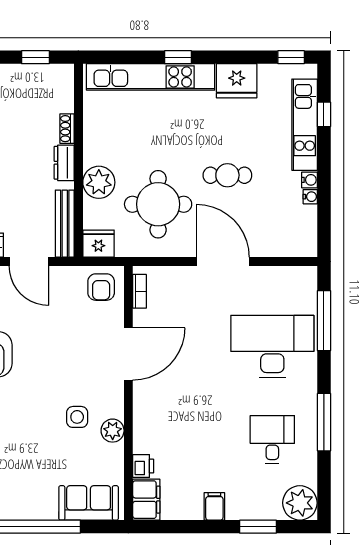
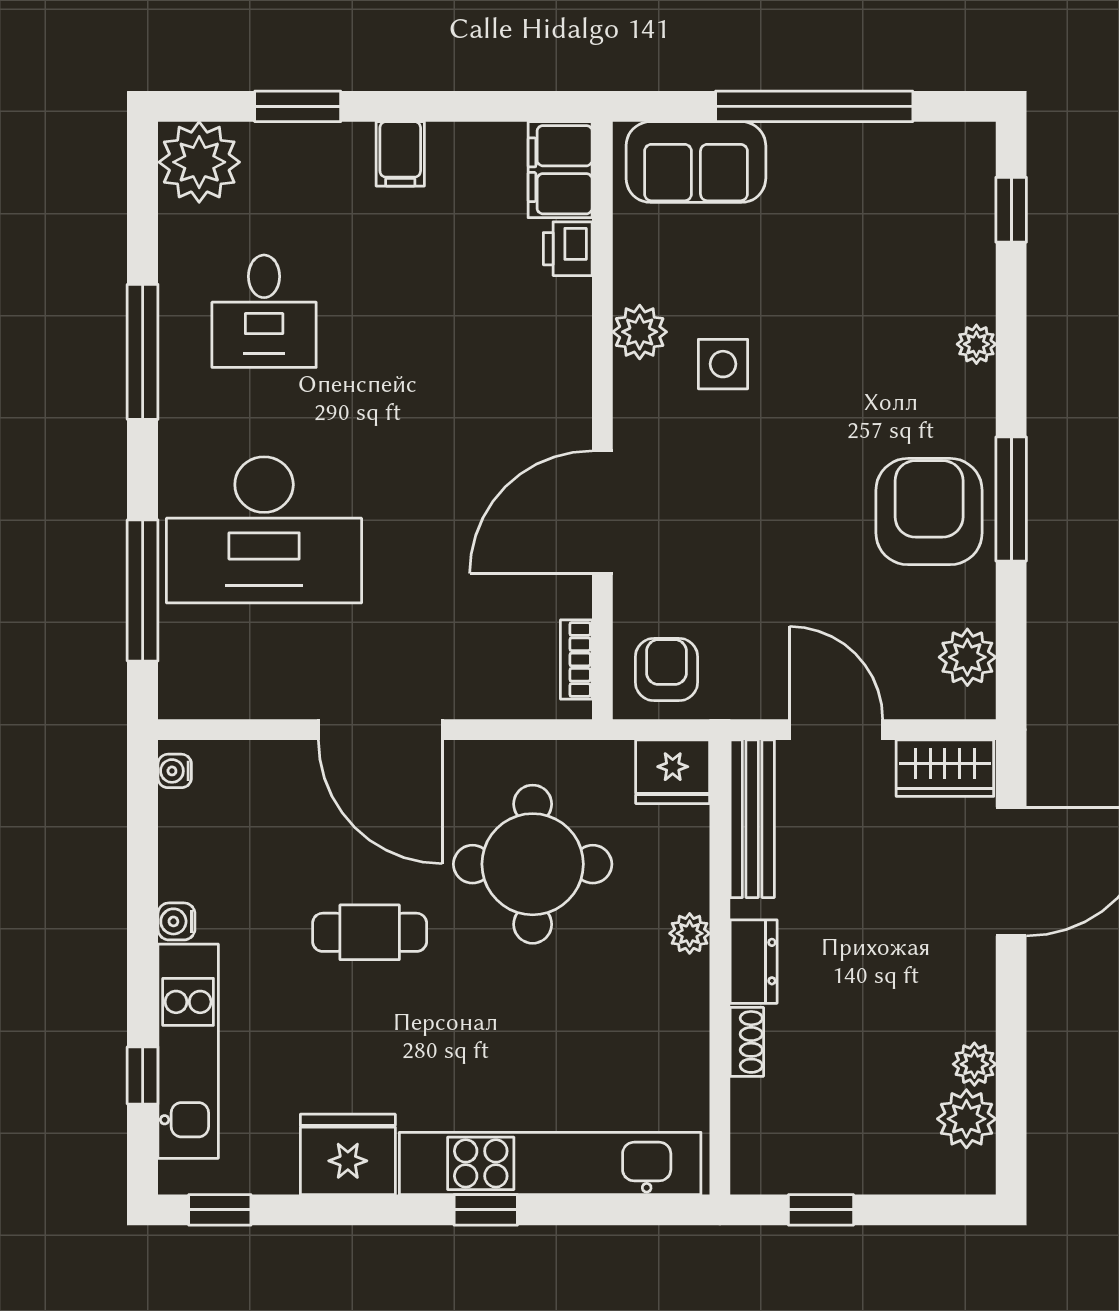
plant: (99, 182) -> (690, 933), width x0.53, depth x0.53
water cooler: (310, 197) -> (175, 771), moved

